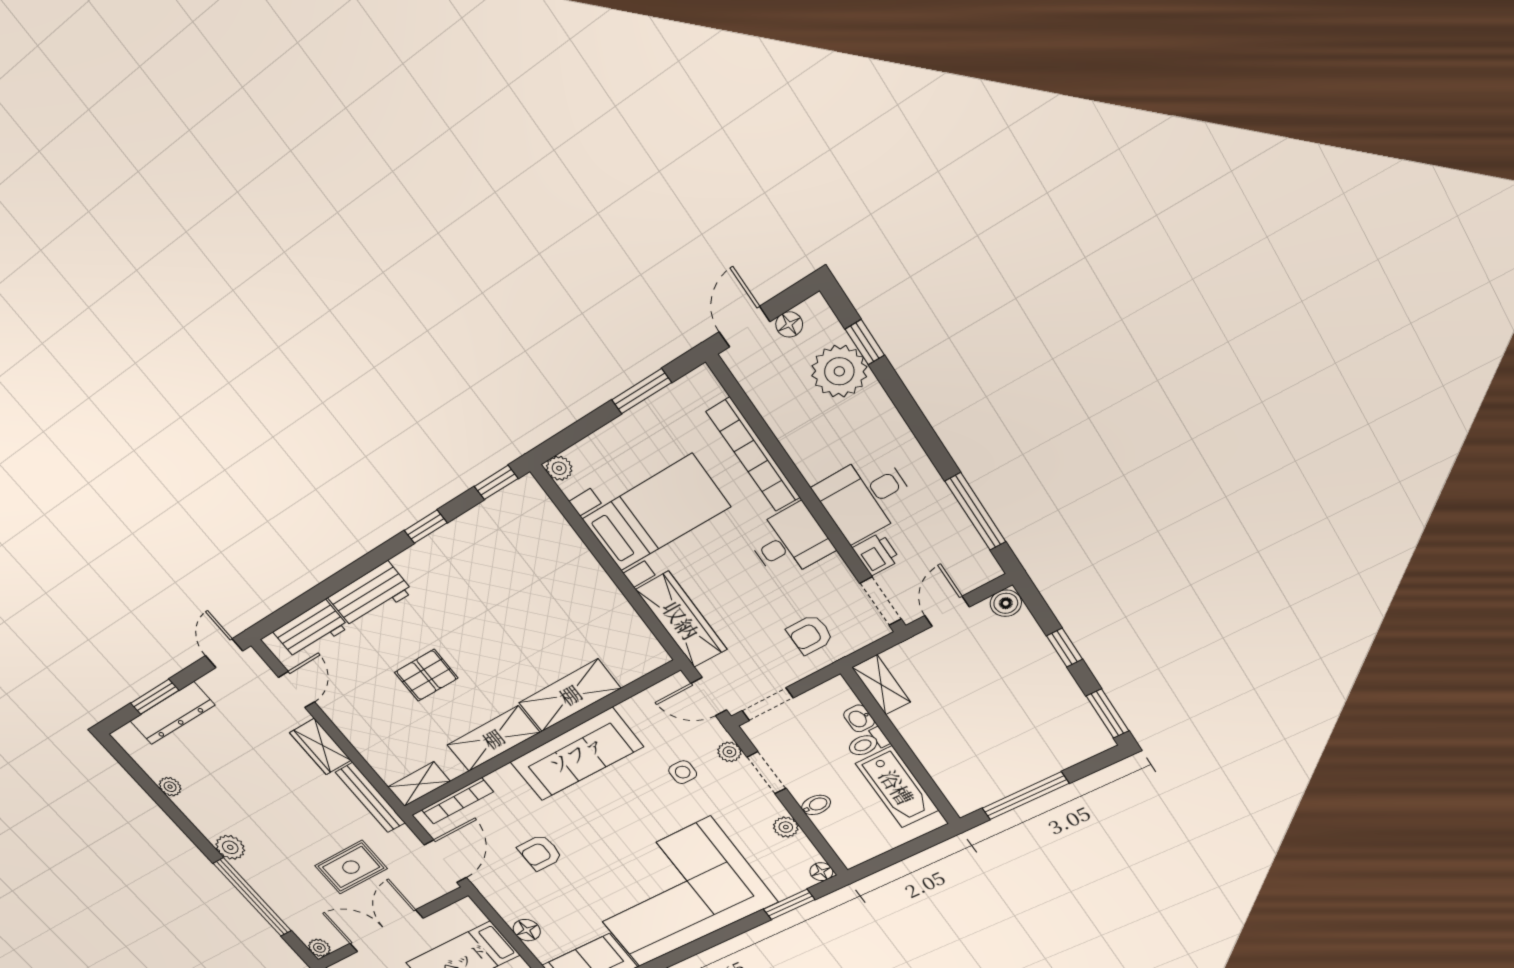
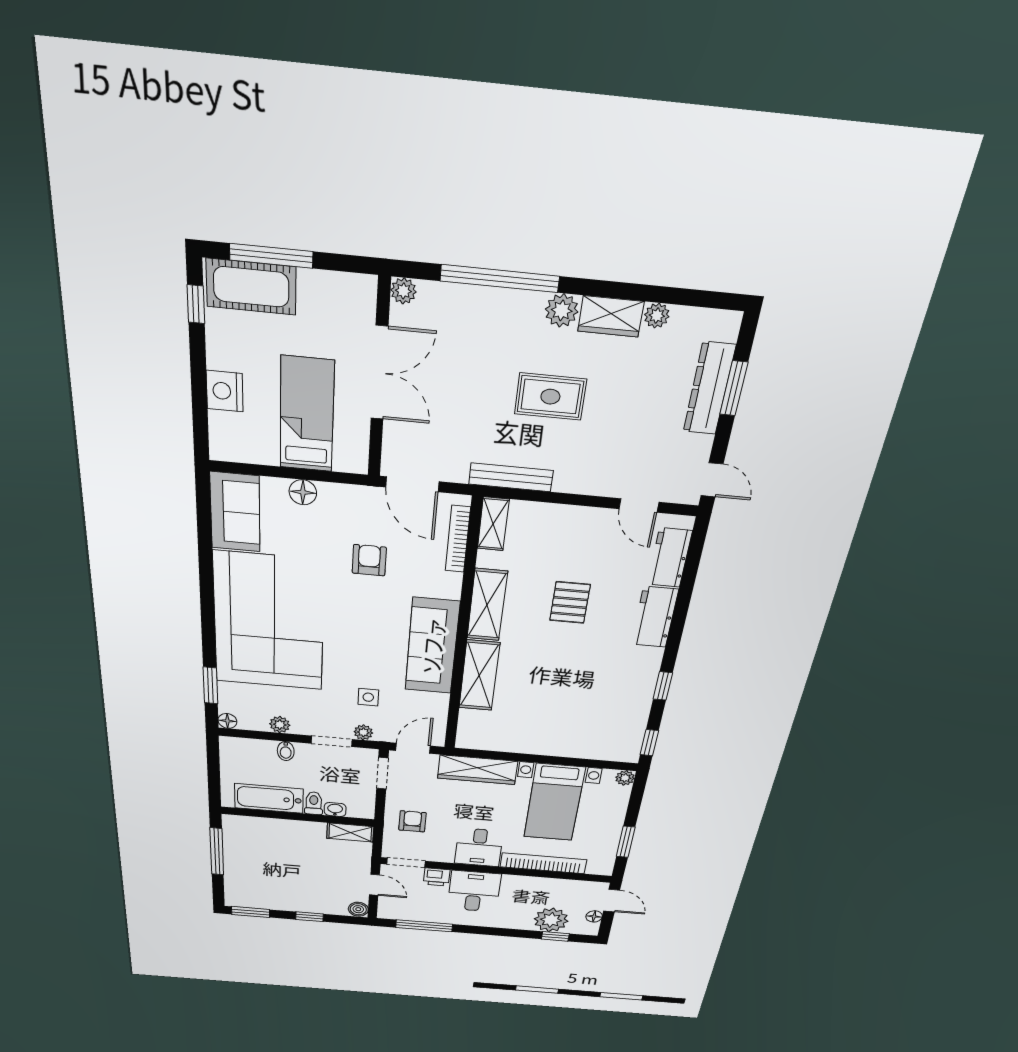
wardrobe: (320, 747) -> (611, 316), moved, turned 180
rug: (351, 867) -> (550, 397), moved, turned 90

